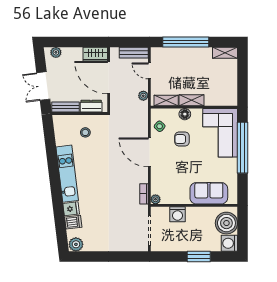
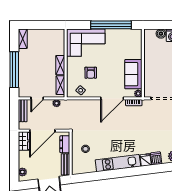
floor lamp: (185, 114) -> (71, 70), removed
window: (243, 148) -> (111, 25), moved
door: (149, 152) -> (112, 98), moved
sofa: (209, 193) -> (133, 74), moved
washing machine: (178, 214) -> (150, 76), removed
boiler: (226, 223) -> (161, 34), width x0.54, depth x0.54

